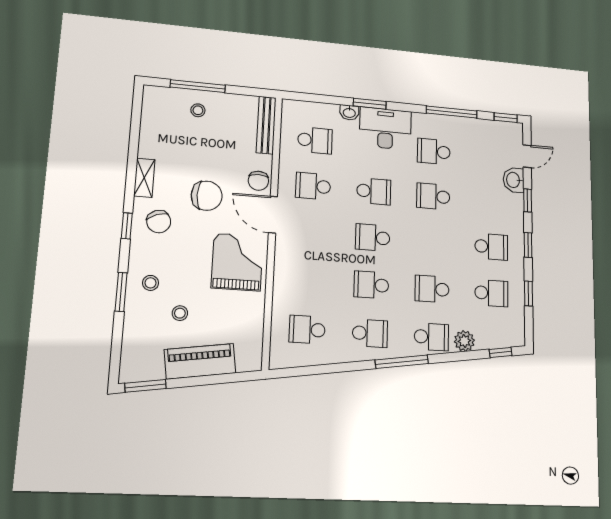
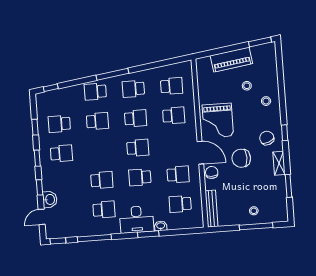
school desk: (491, 247) -> (61, 153), turned 180
school desk: (309, 281) -> (174, 116), added
window: (121, 292) -> (288, 186), moved
plant: (464, 341) -> (74, 92), removed

